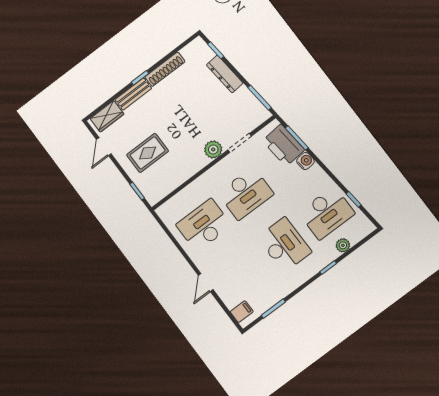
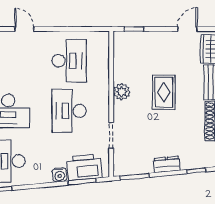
dresser: (225, 74) -> (167, 164), width x0.70
door: (104, 147) -> (187, 29), hinge flipped
plant: (213, 149) -> (122, 92), moved
rug: (148, 153) -> (164, 92), moved

